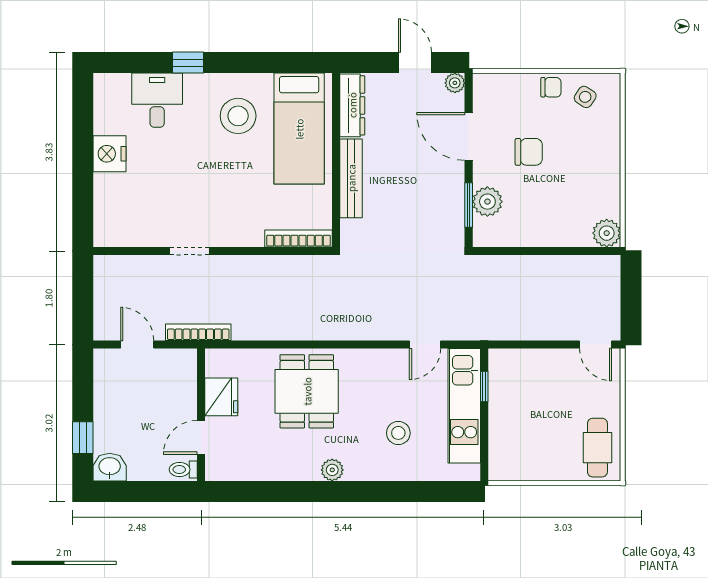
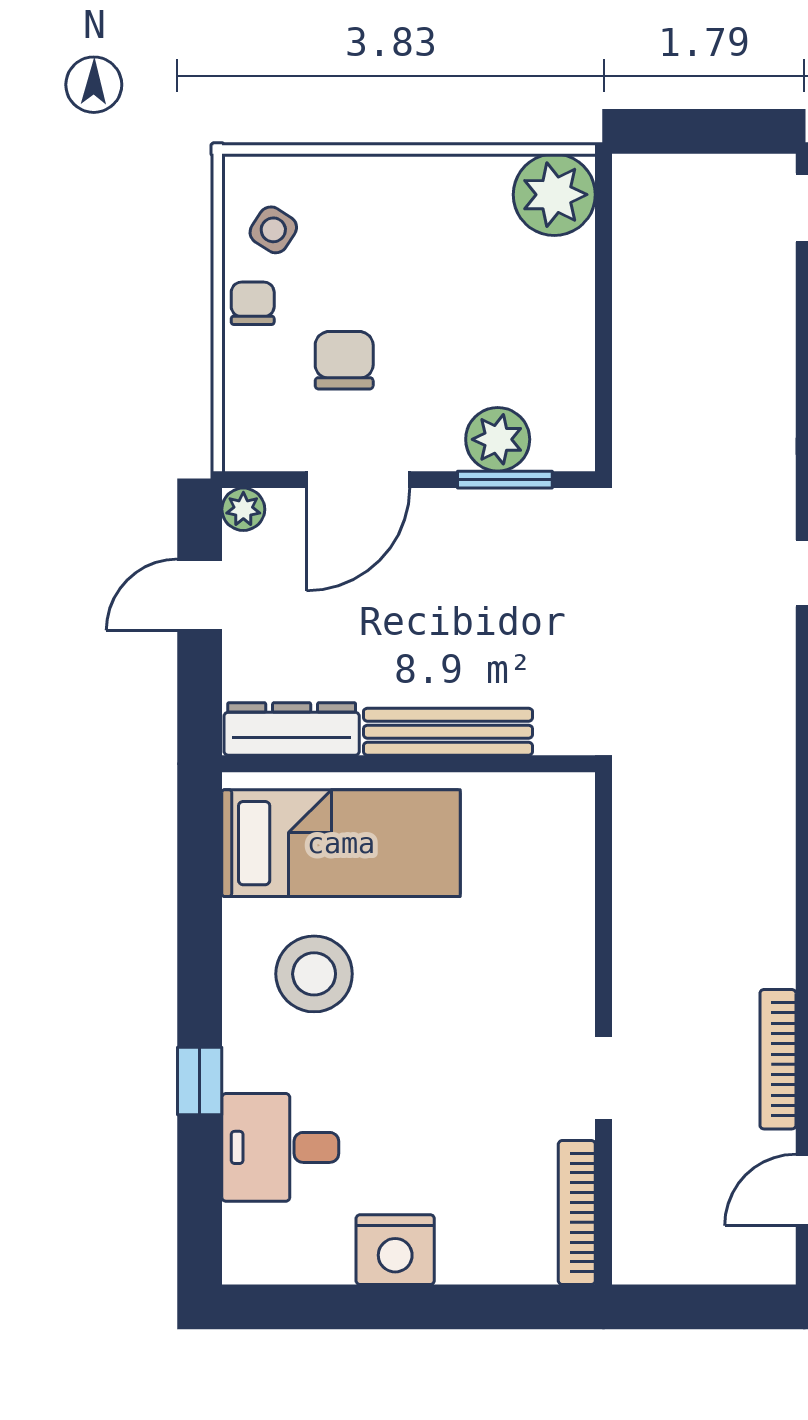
chair: (529, 152) -> (344, 360), moved
plant: (607, 233) -> (554, 195), width x1.36, depth x1.36
bookcase: (299, 238) -> (577, 1213), moved

